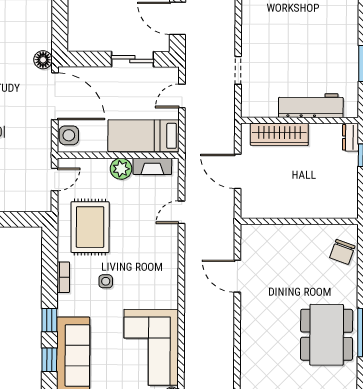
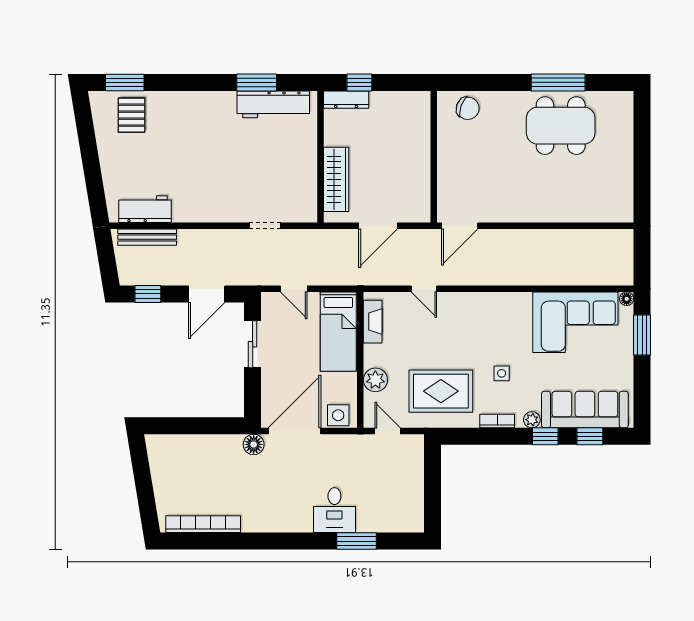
workbench: (311, 106) -> (273, 104), moved, turned -90
dresser: (351, 137) -> (346, 100), width x1.44
plant: (121, 169) -> (375, 380), moved
door: (237, 276) -> (460, 226), moved
plant: (64, 308) -> (532, 420), added

